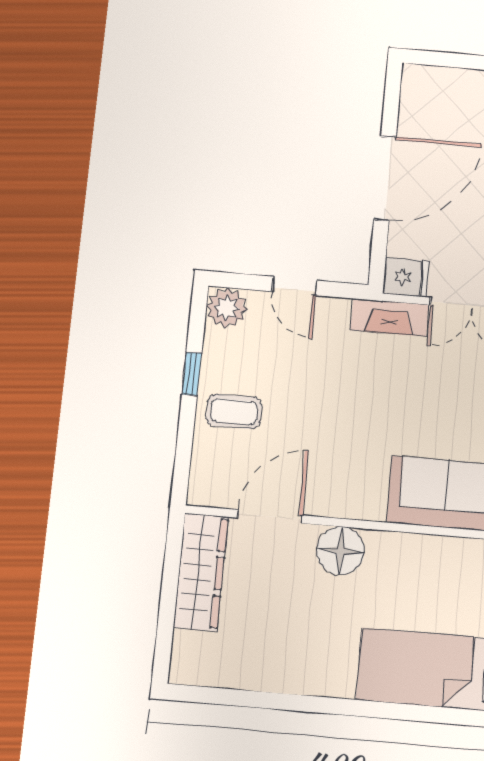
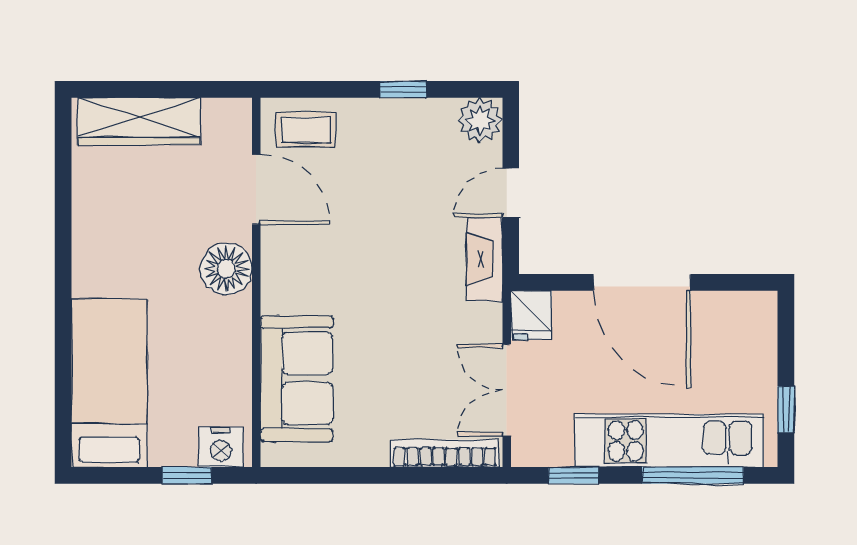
fireplace: (390, 317) -> (485, 259), moved
coffee table: (234, 411) -> (306, 130), moved, turned 90
wardrobe: (201, 572) -> (139, 121), moved

